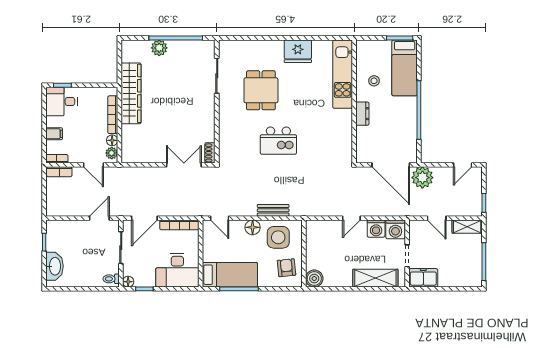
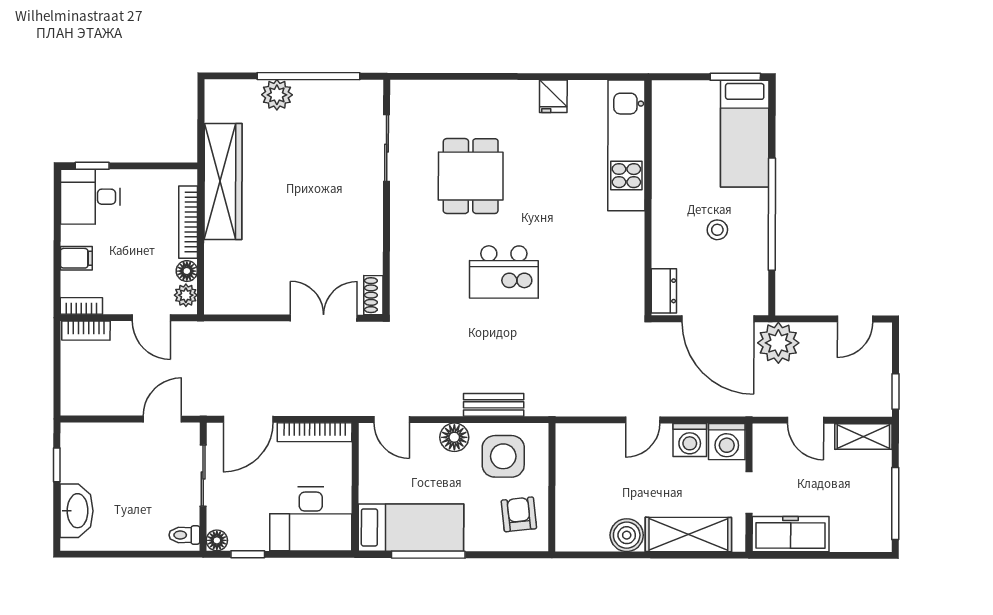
fridge: (298, 51) -> (553, 96), width x0.53, depth x0.75
stool: (374, 81) -> (717, 230), moved
dresser: (362, 114) -> (664, 291), moved
freezer: (423, 278) -> (791, 534), width x1.40
boiler: (314, 279) -> (627, 535), moved

